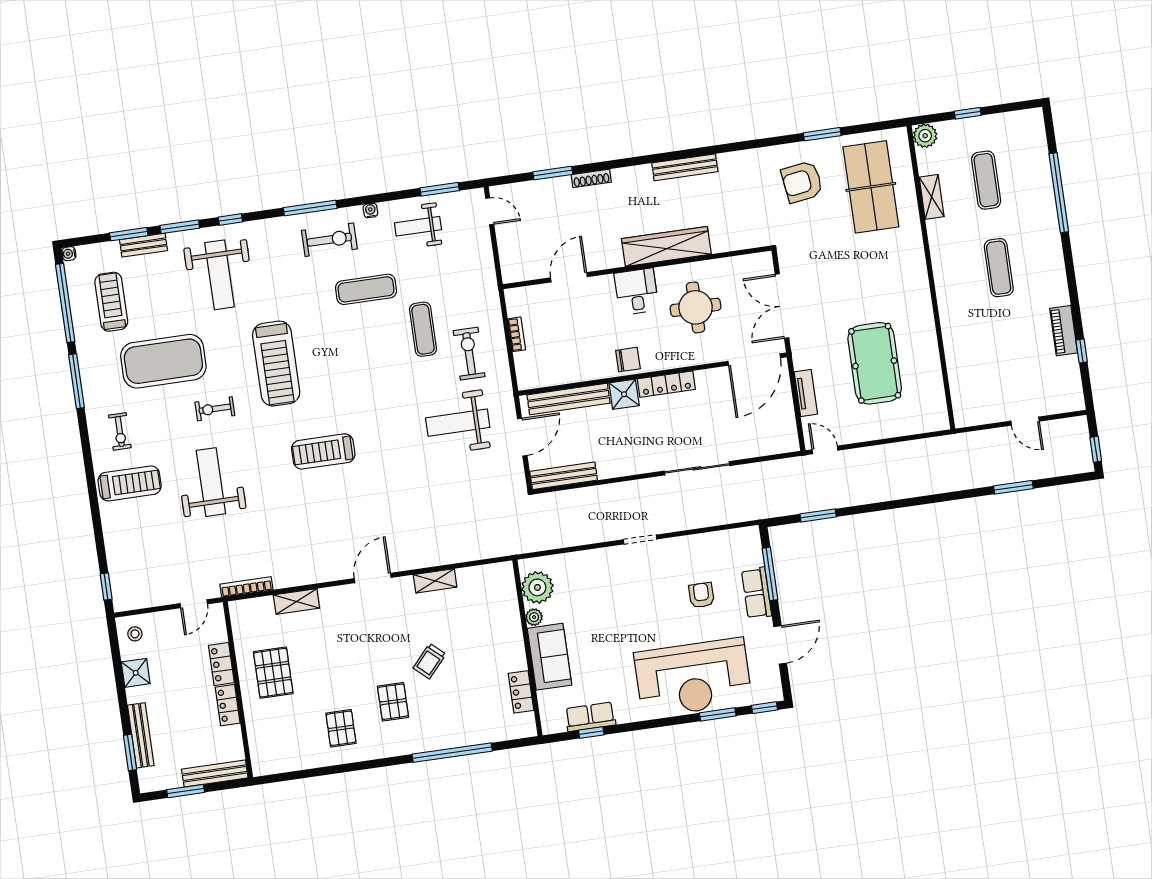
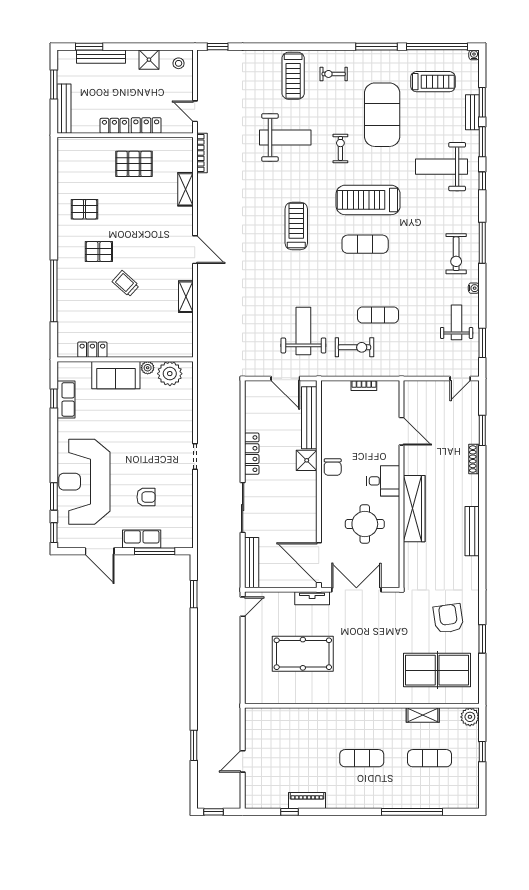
exercise mat: (366, 289) -> (365, 244), moved, turned 90
locker: (666, 384) -> (252, 454), moved, turned 180
tv unit: (806, 393) -> (312, 598), moved
bench: (564, 476) -> (252, 563), moved

